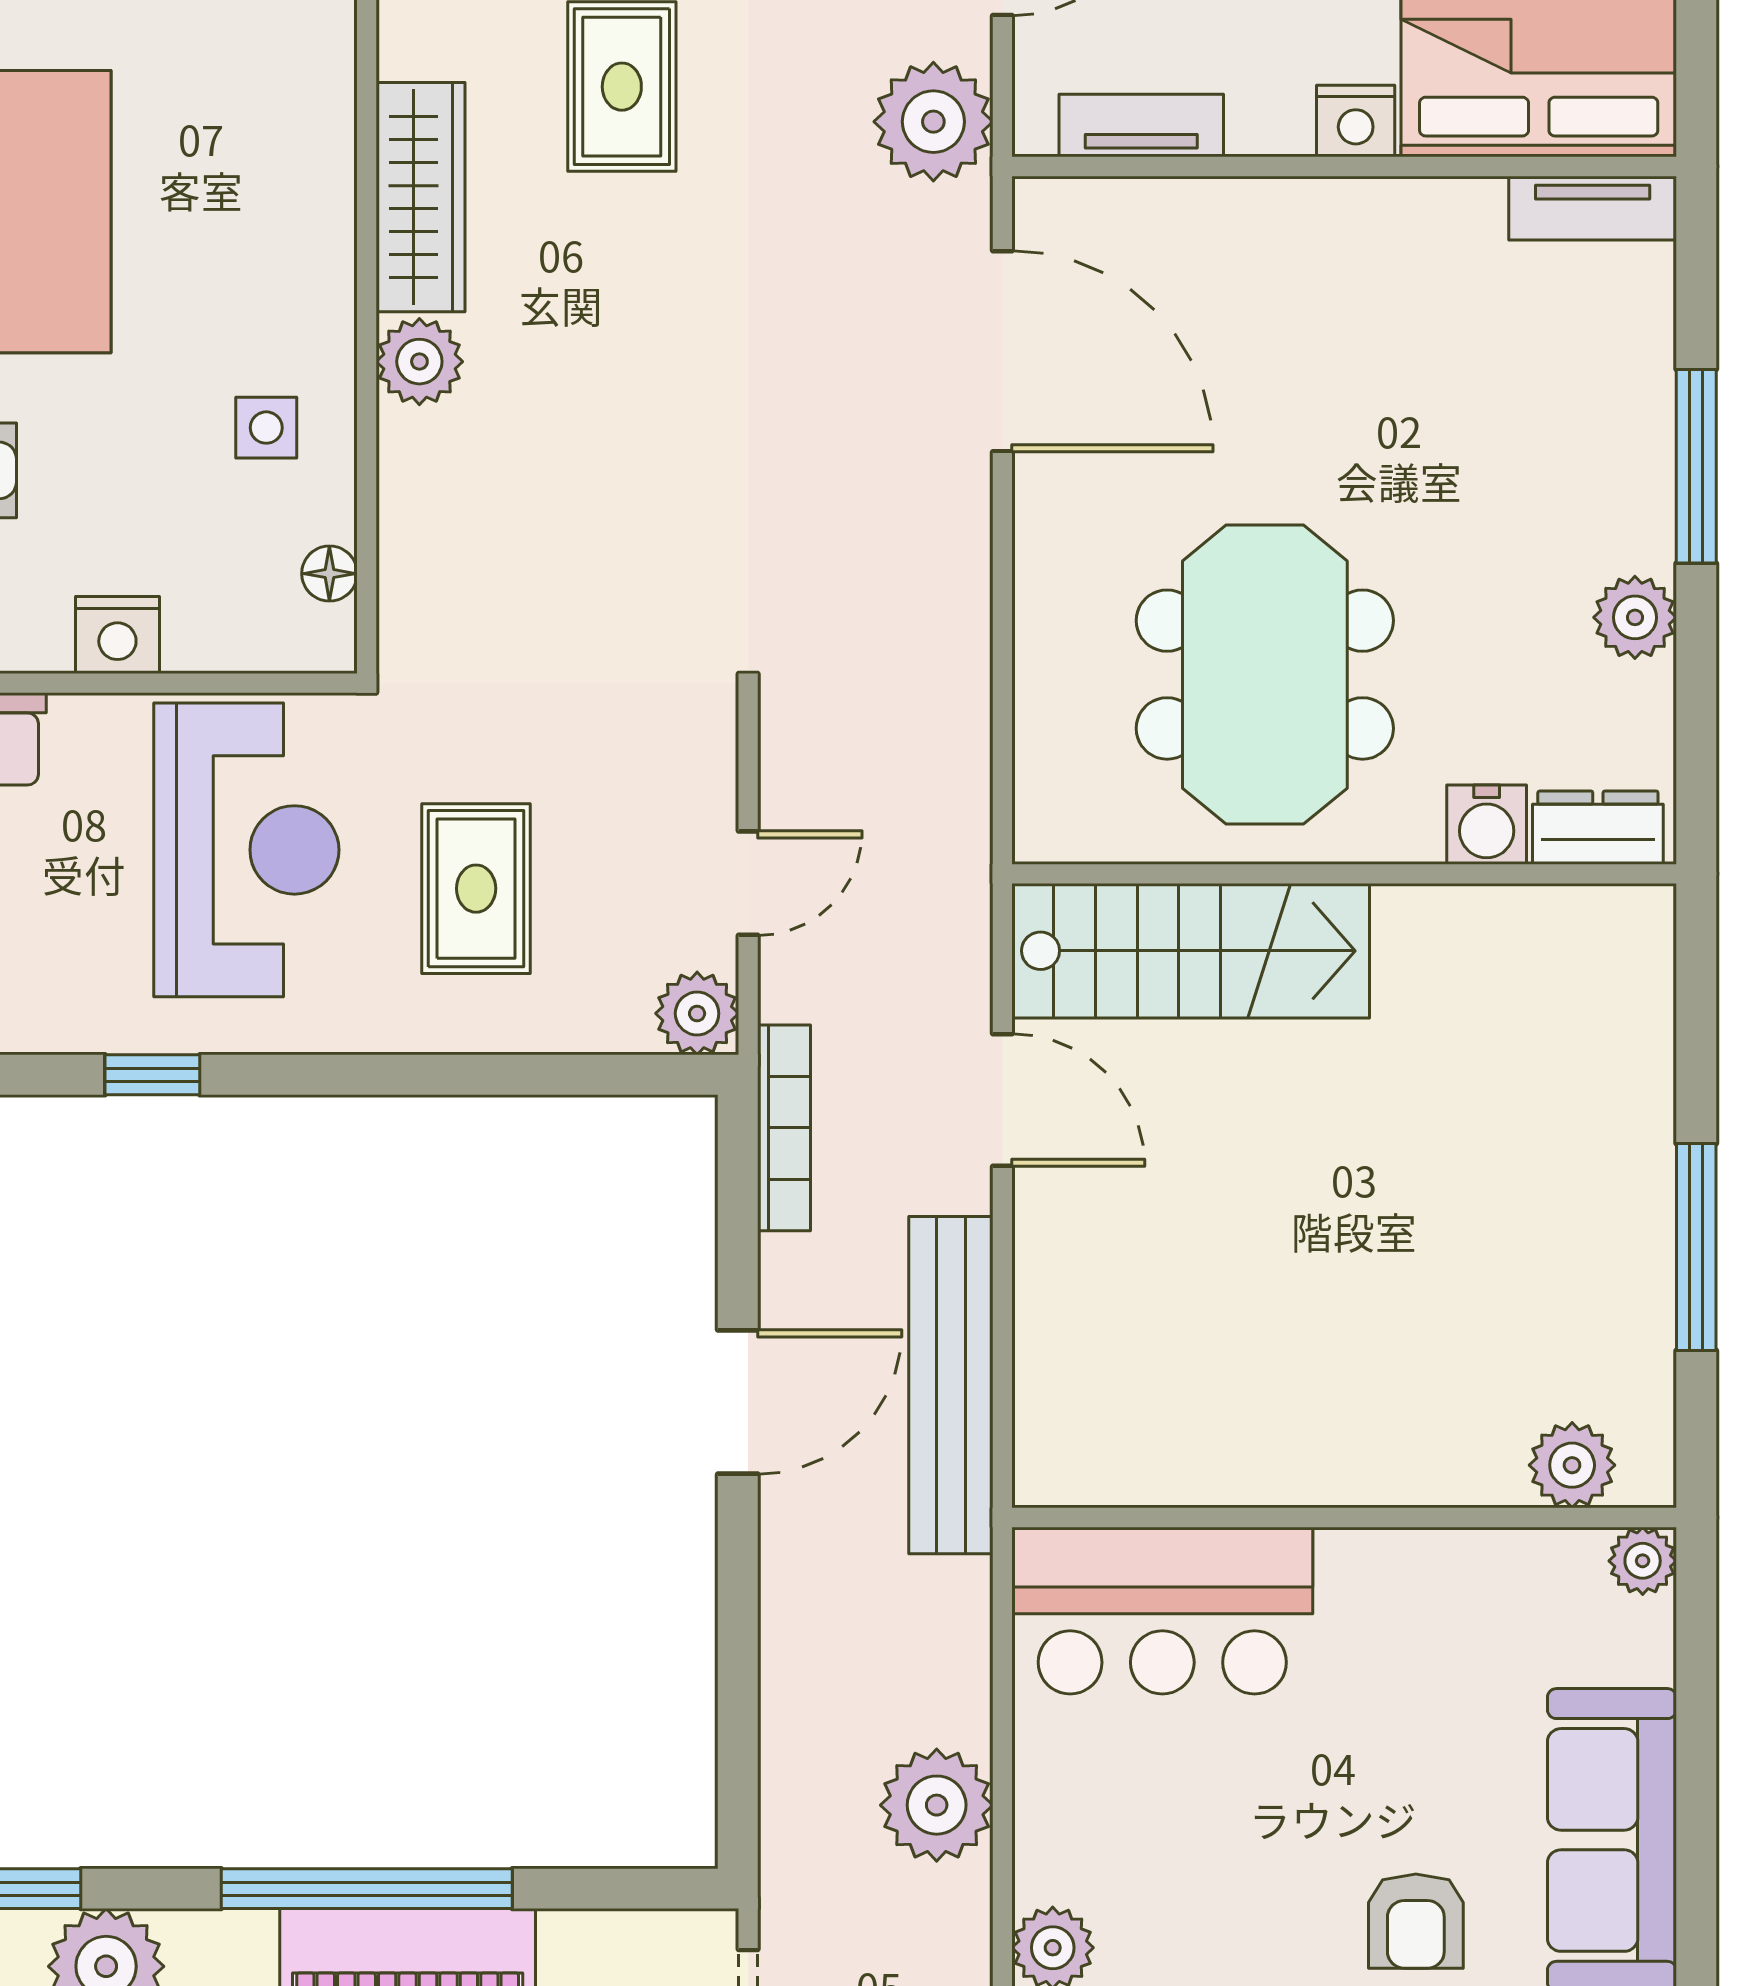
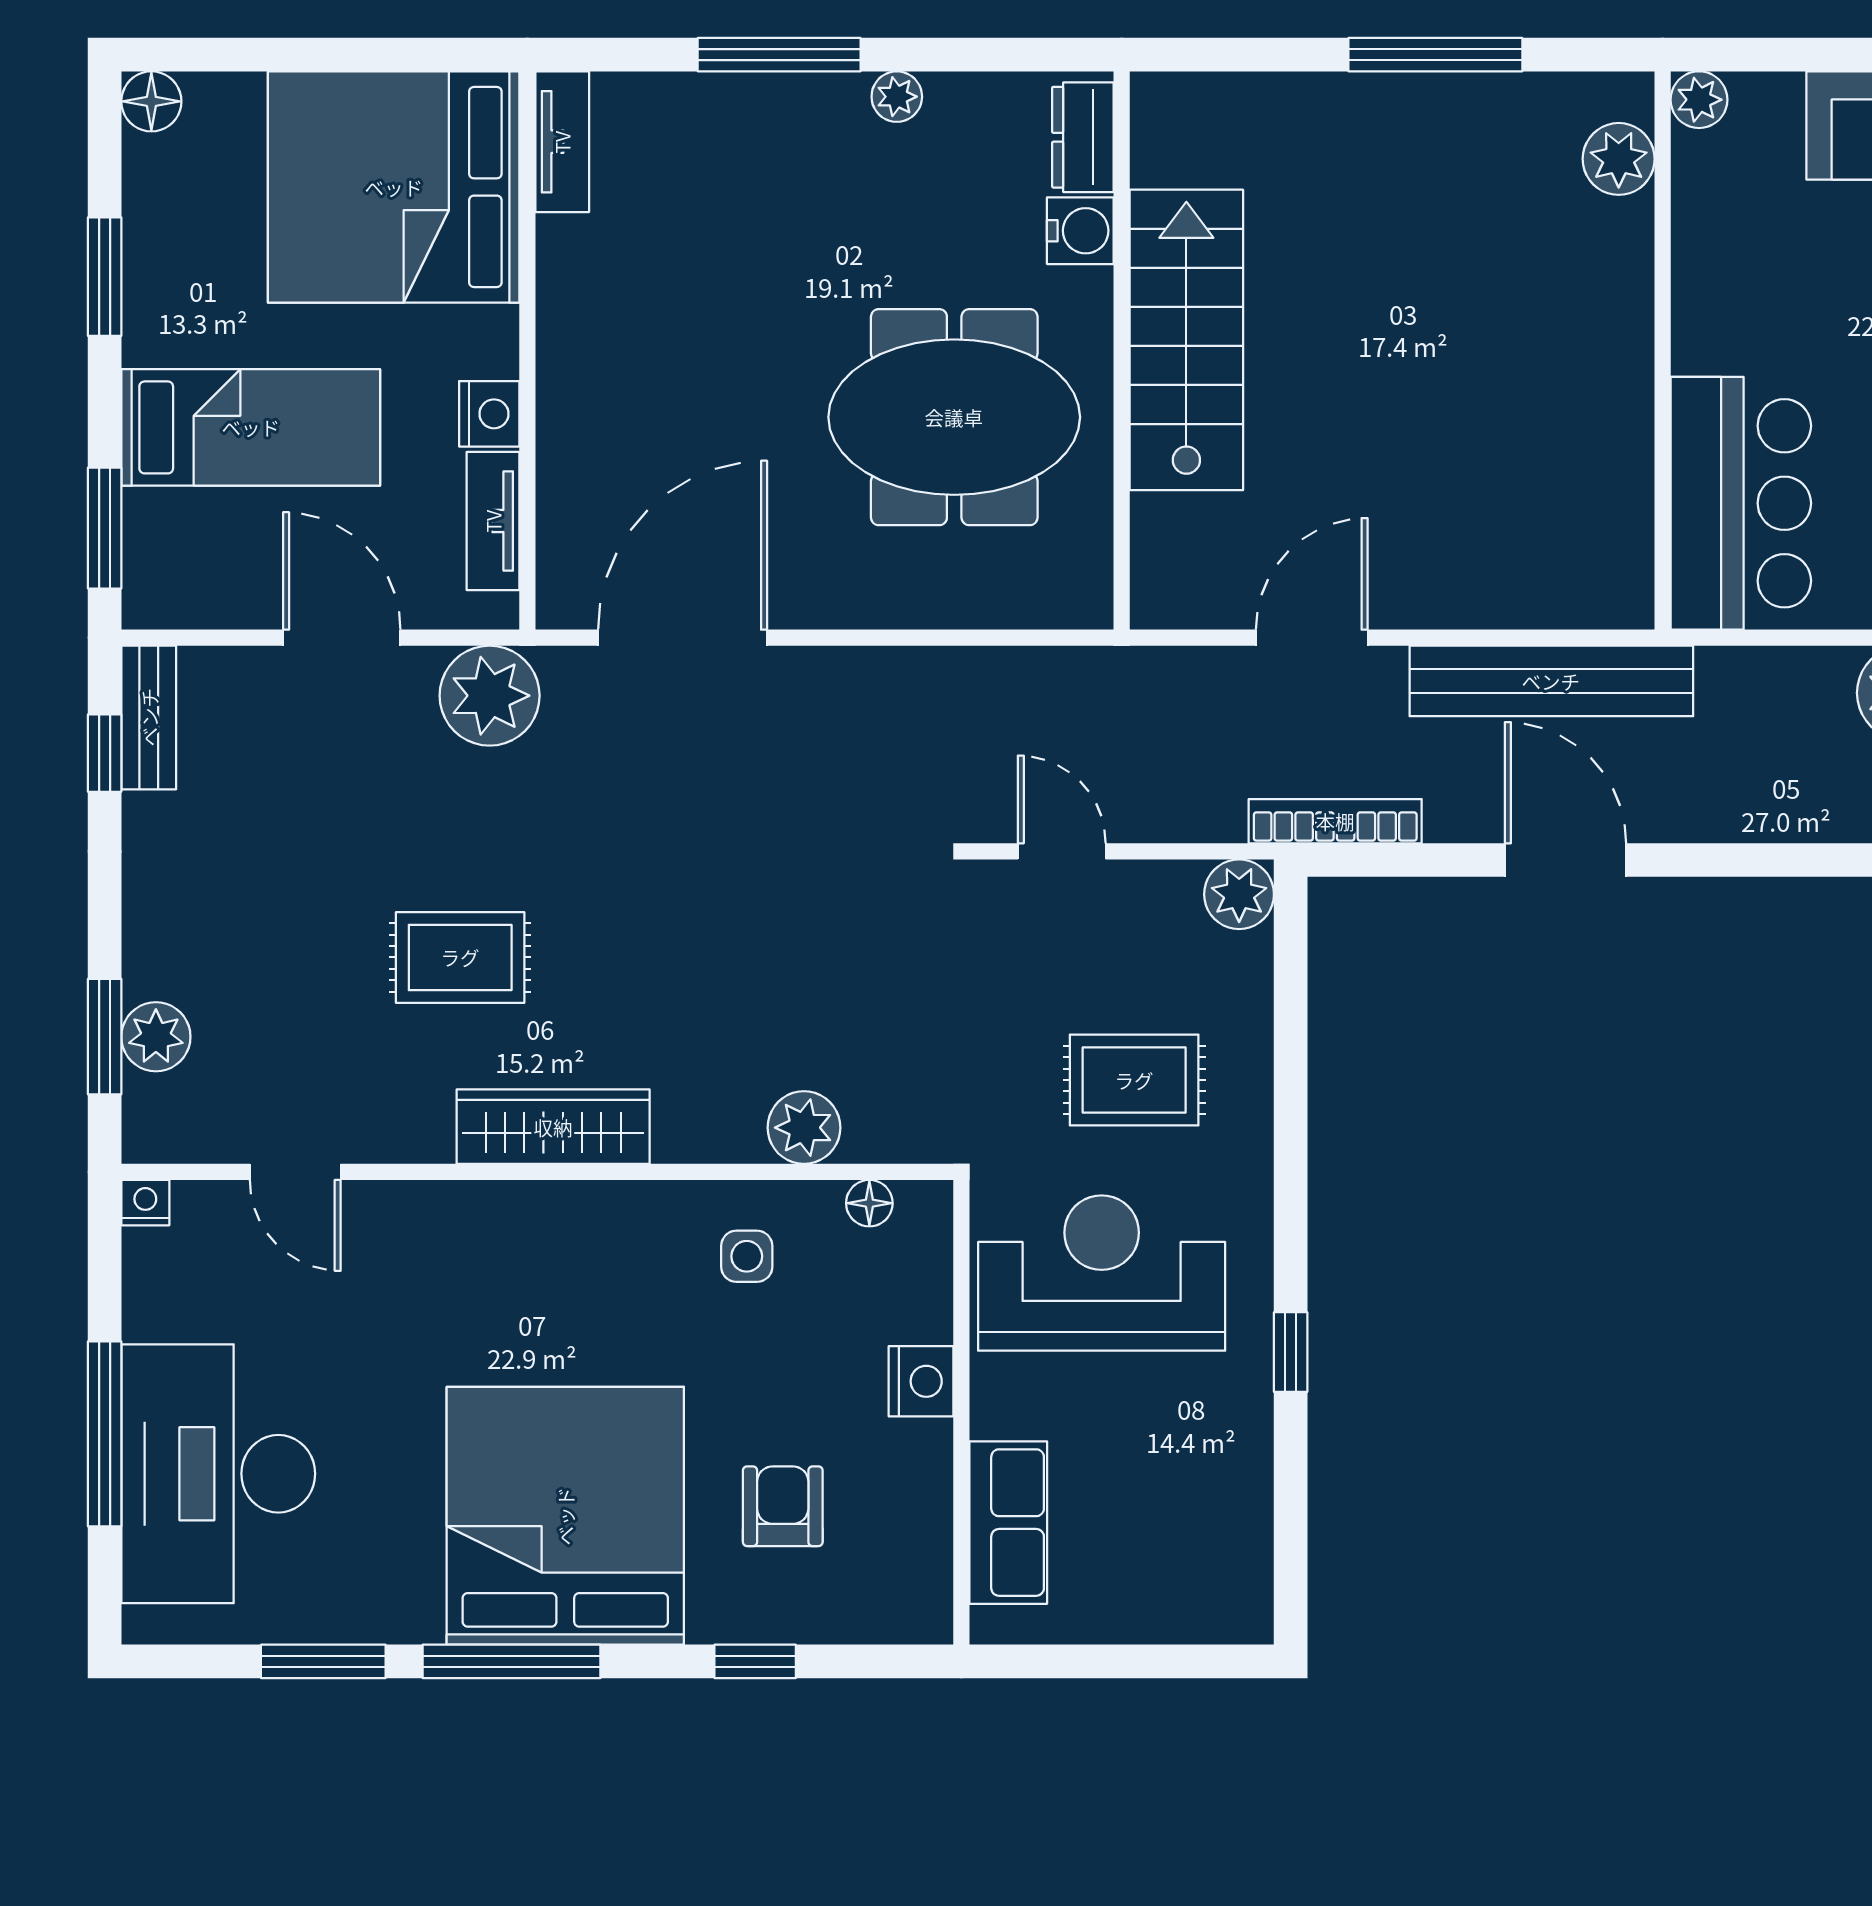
nightstand: (1356, 121) -> (489, 414), moved
plant: (419, 362) -> (804, 1128), moved
plant: (1635, 617) -> (897, 97), width x0.73, depth x0.73
door: (748, 883) -> (1062, 851), moved
stairs: (1191, 951) -> (1186, 340), moved

